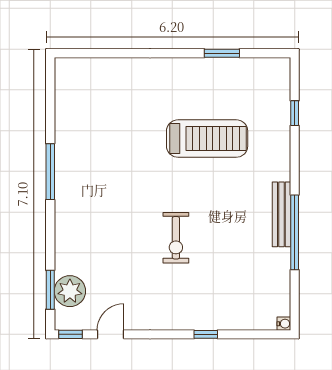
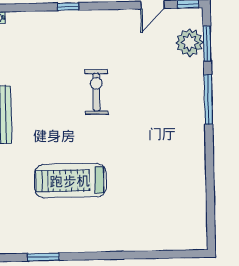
window: (222, 53) -> (43, 257), moved
window: (50, 172) -> (208, 99), moved

